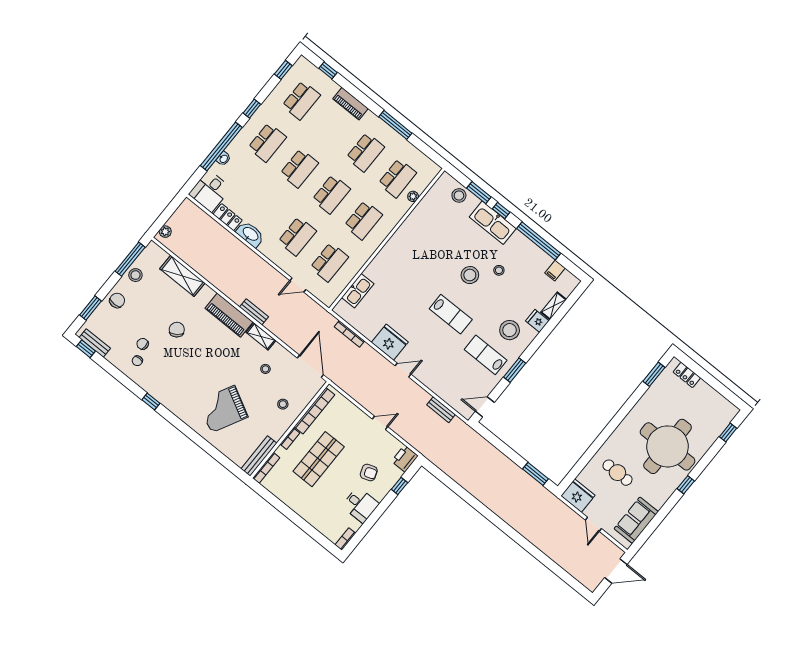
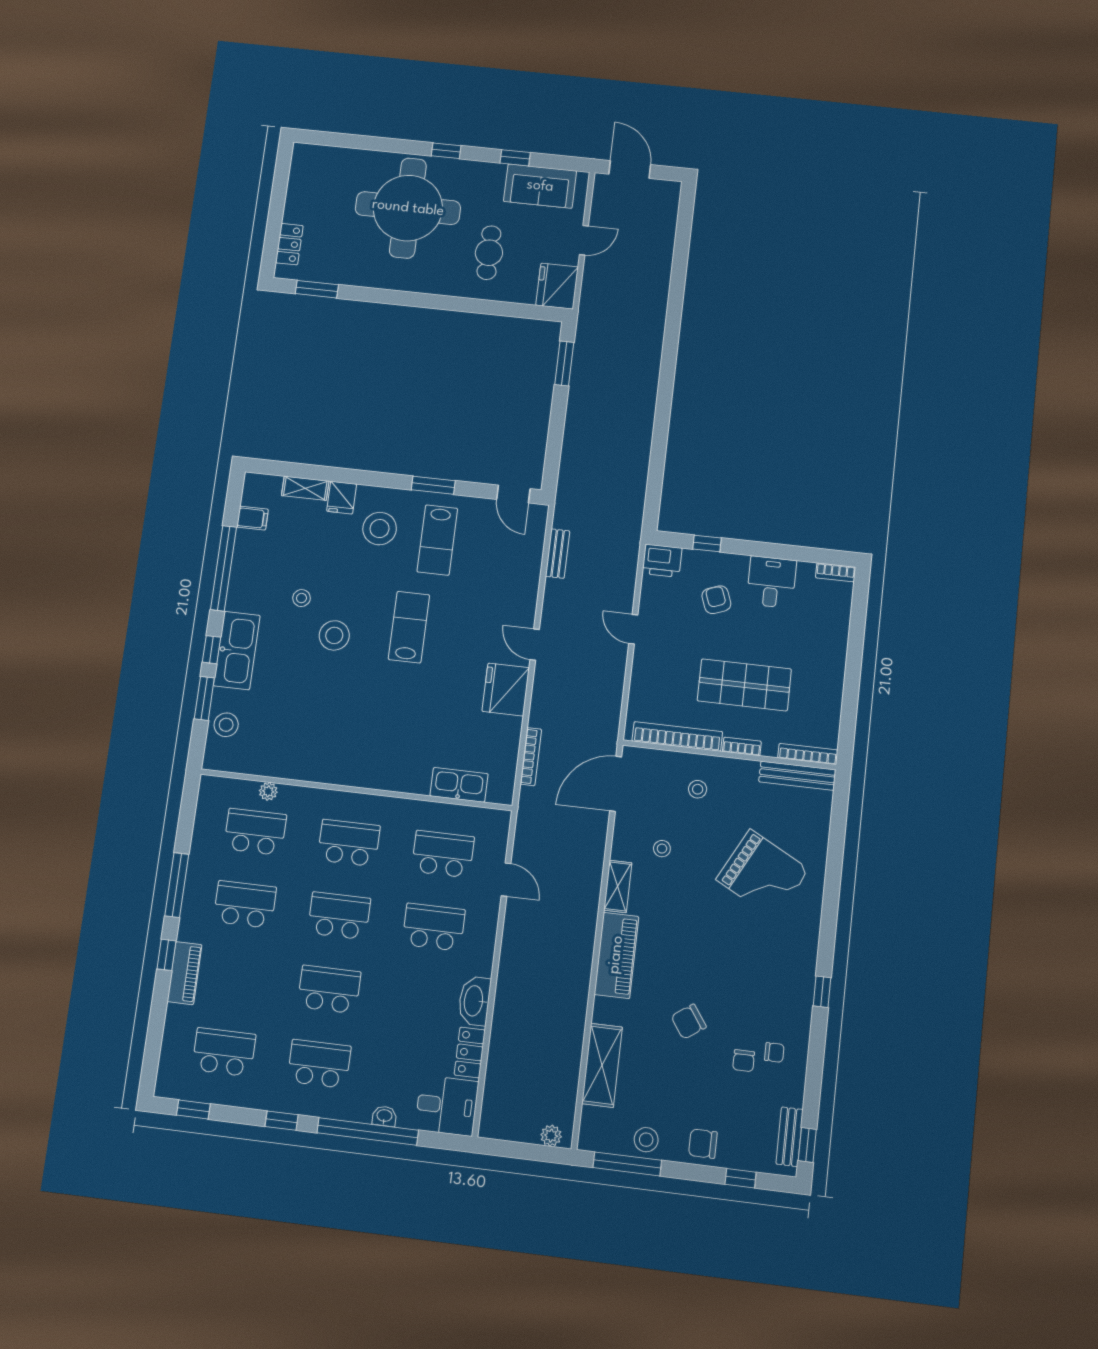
window: (328, 70) -> (166, 955), moved
window: (91, 308) -> (741, 1178), width x0.67
bench: (254, 312) -> (588, 920), removed
window: (728, 433) -> (515, 158), moved

